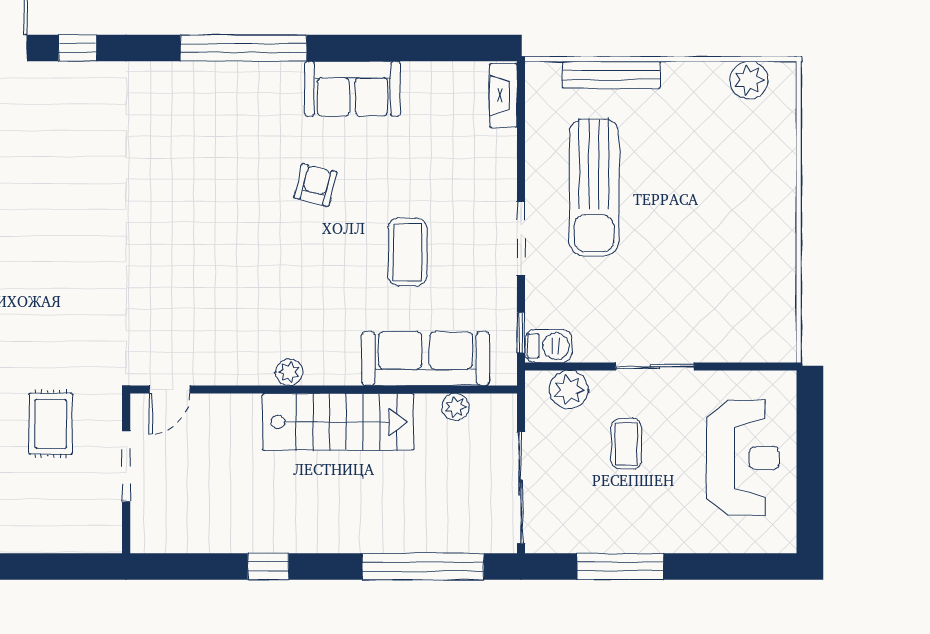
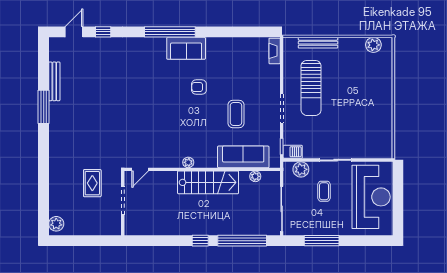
sofa: (352, 89) -> (186, 48), moved
armchair: (316, 185) -> (199, 87), turned -104
reception desk: (743, 458) -> (371, 197), width x1.36, depth x1.30
window: (268, 567) -> (200, 241), moved

